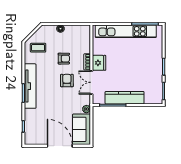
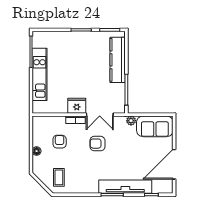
kitchen unit: (126, 31) -> (40, 74), width x0.73
armchair: (64, 59) -> (60, 142), moved
tv unit: (30, 86) -> (125, 187), moved
kitchen counter: (125, 98) -> (118, 60), moved
door: (60, 146) -> (174, 164), moved

